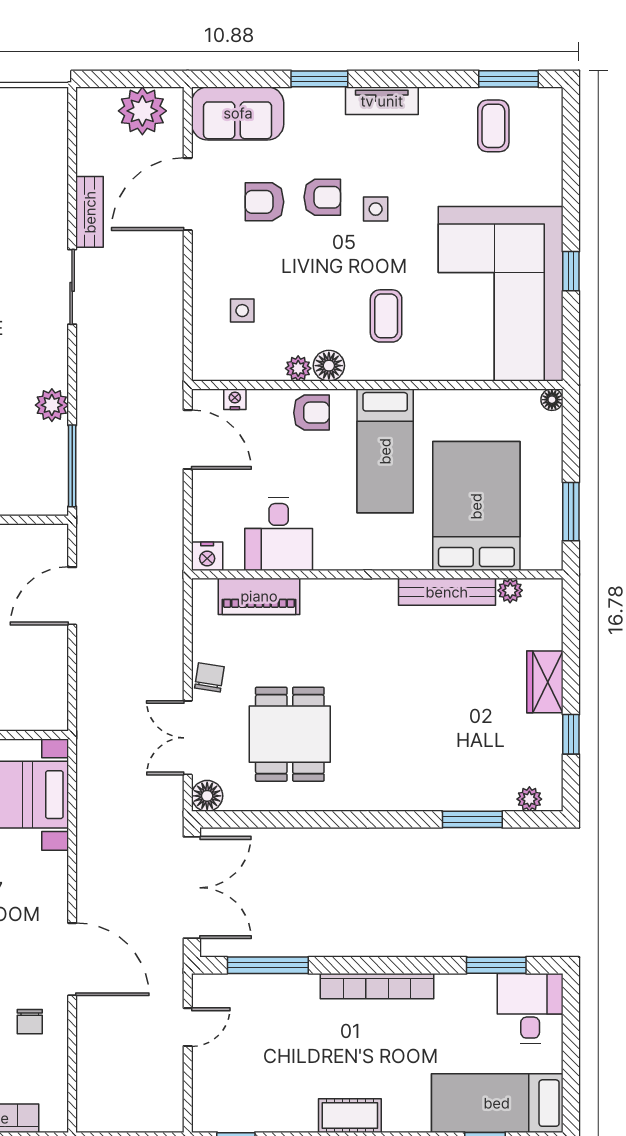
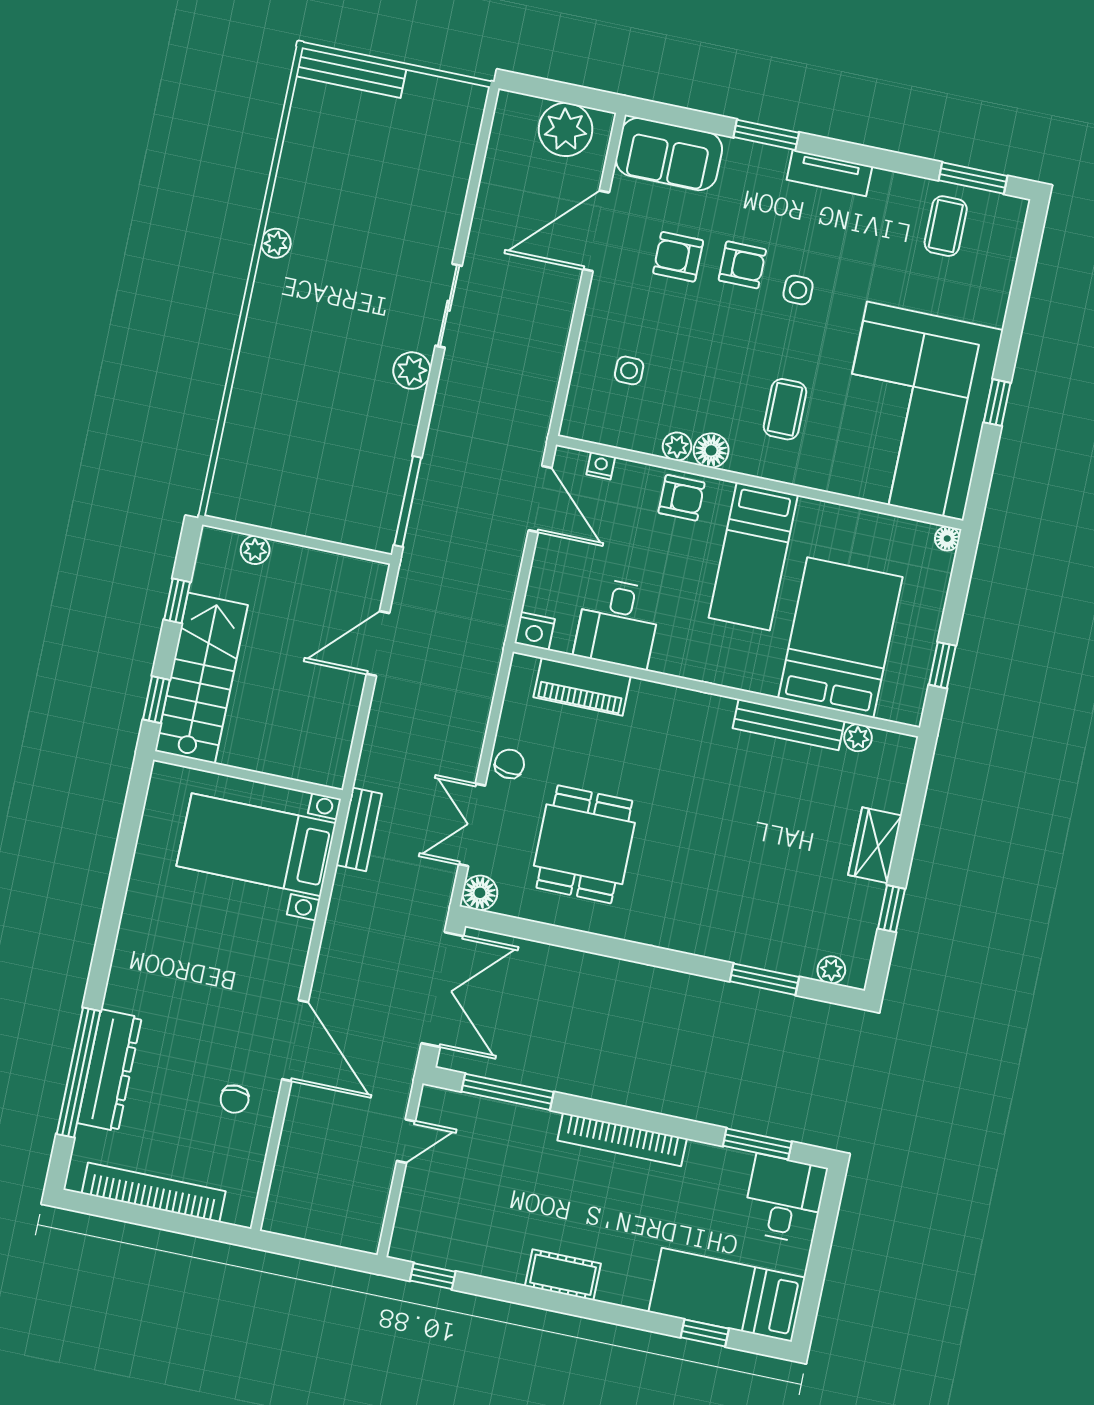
bench: (90, 212) -> (359, 829), moved
plant: (52, 405) -> (412, 371), moved
window: (571, 512) -> (942, 665), width x0.67

